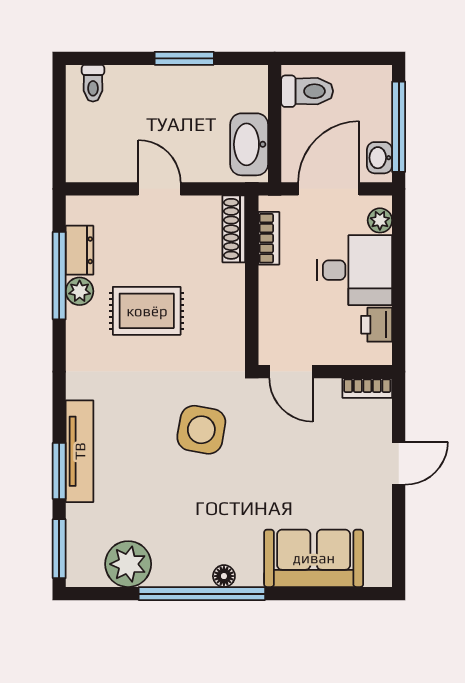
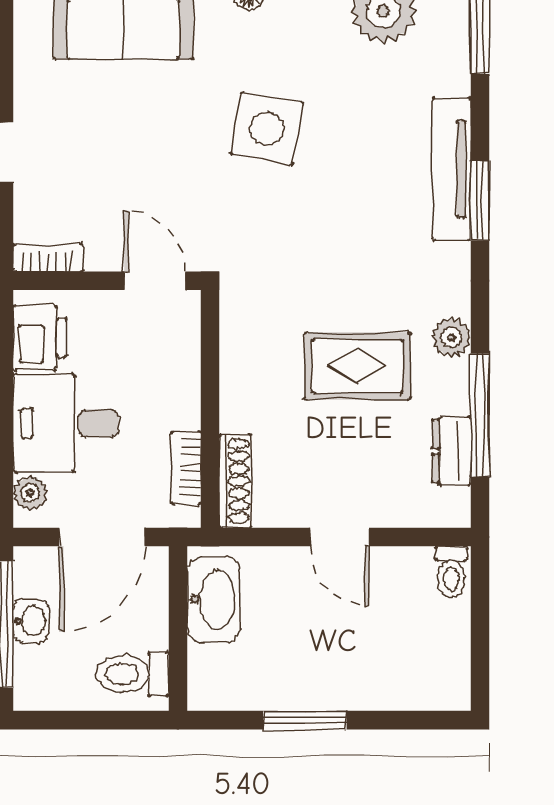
toilet: (93, 83) -> (451, 572), moved, turned 180
washbasin: (380, 158) -> (31, 621), moved
plant: (80, 291) -> (451, 338), moved
printer: (377, 325) -> (40, 338), width x1.36, depth x1.24
side table: (201, 430) -> (267, 129), moved
window: (59, 471) -> (480, 201), moved

